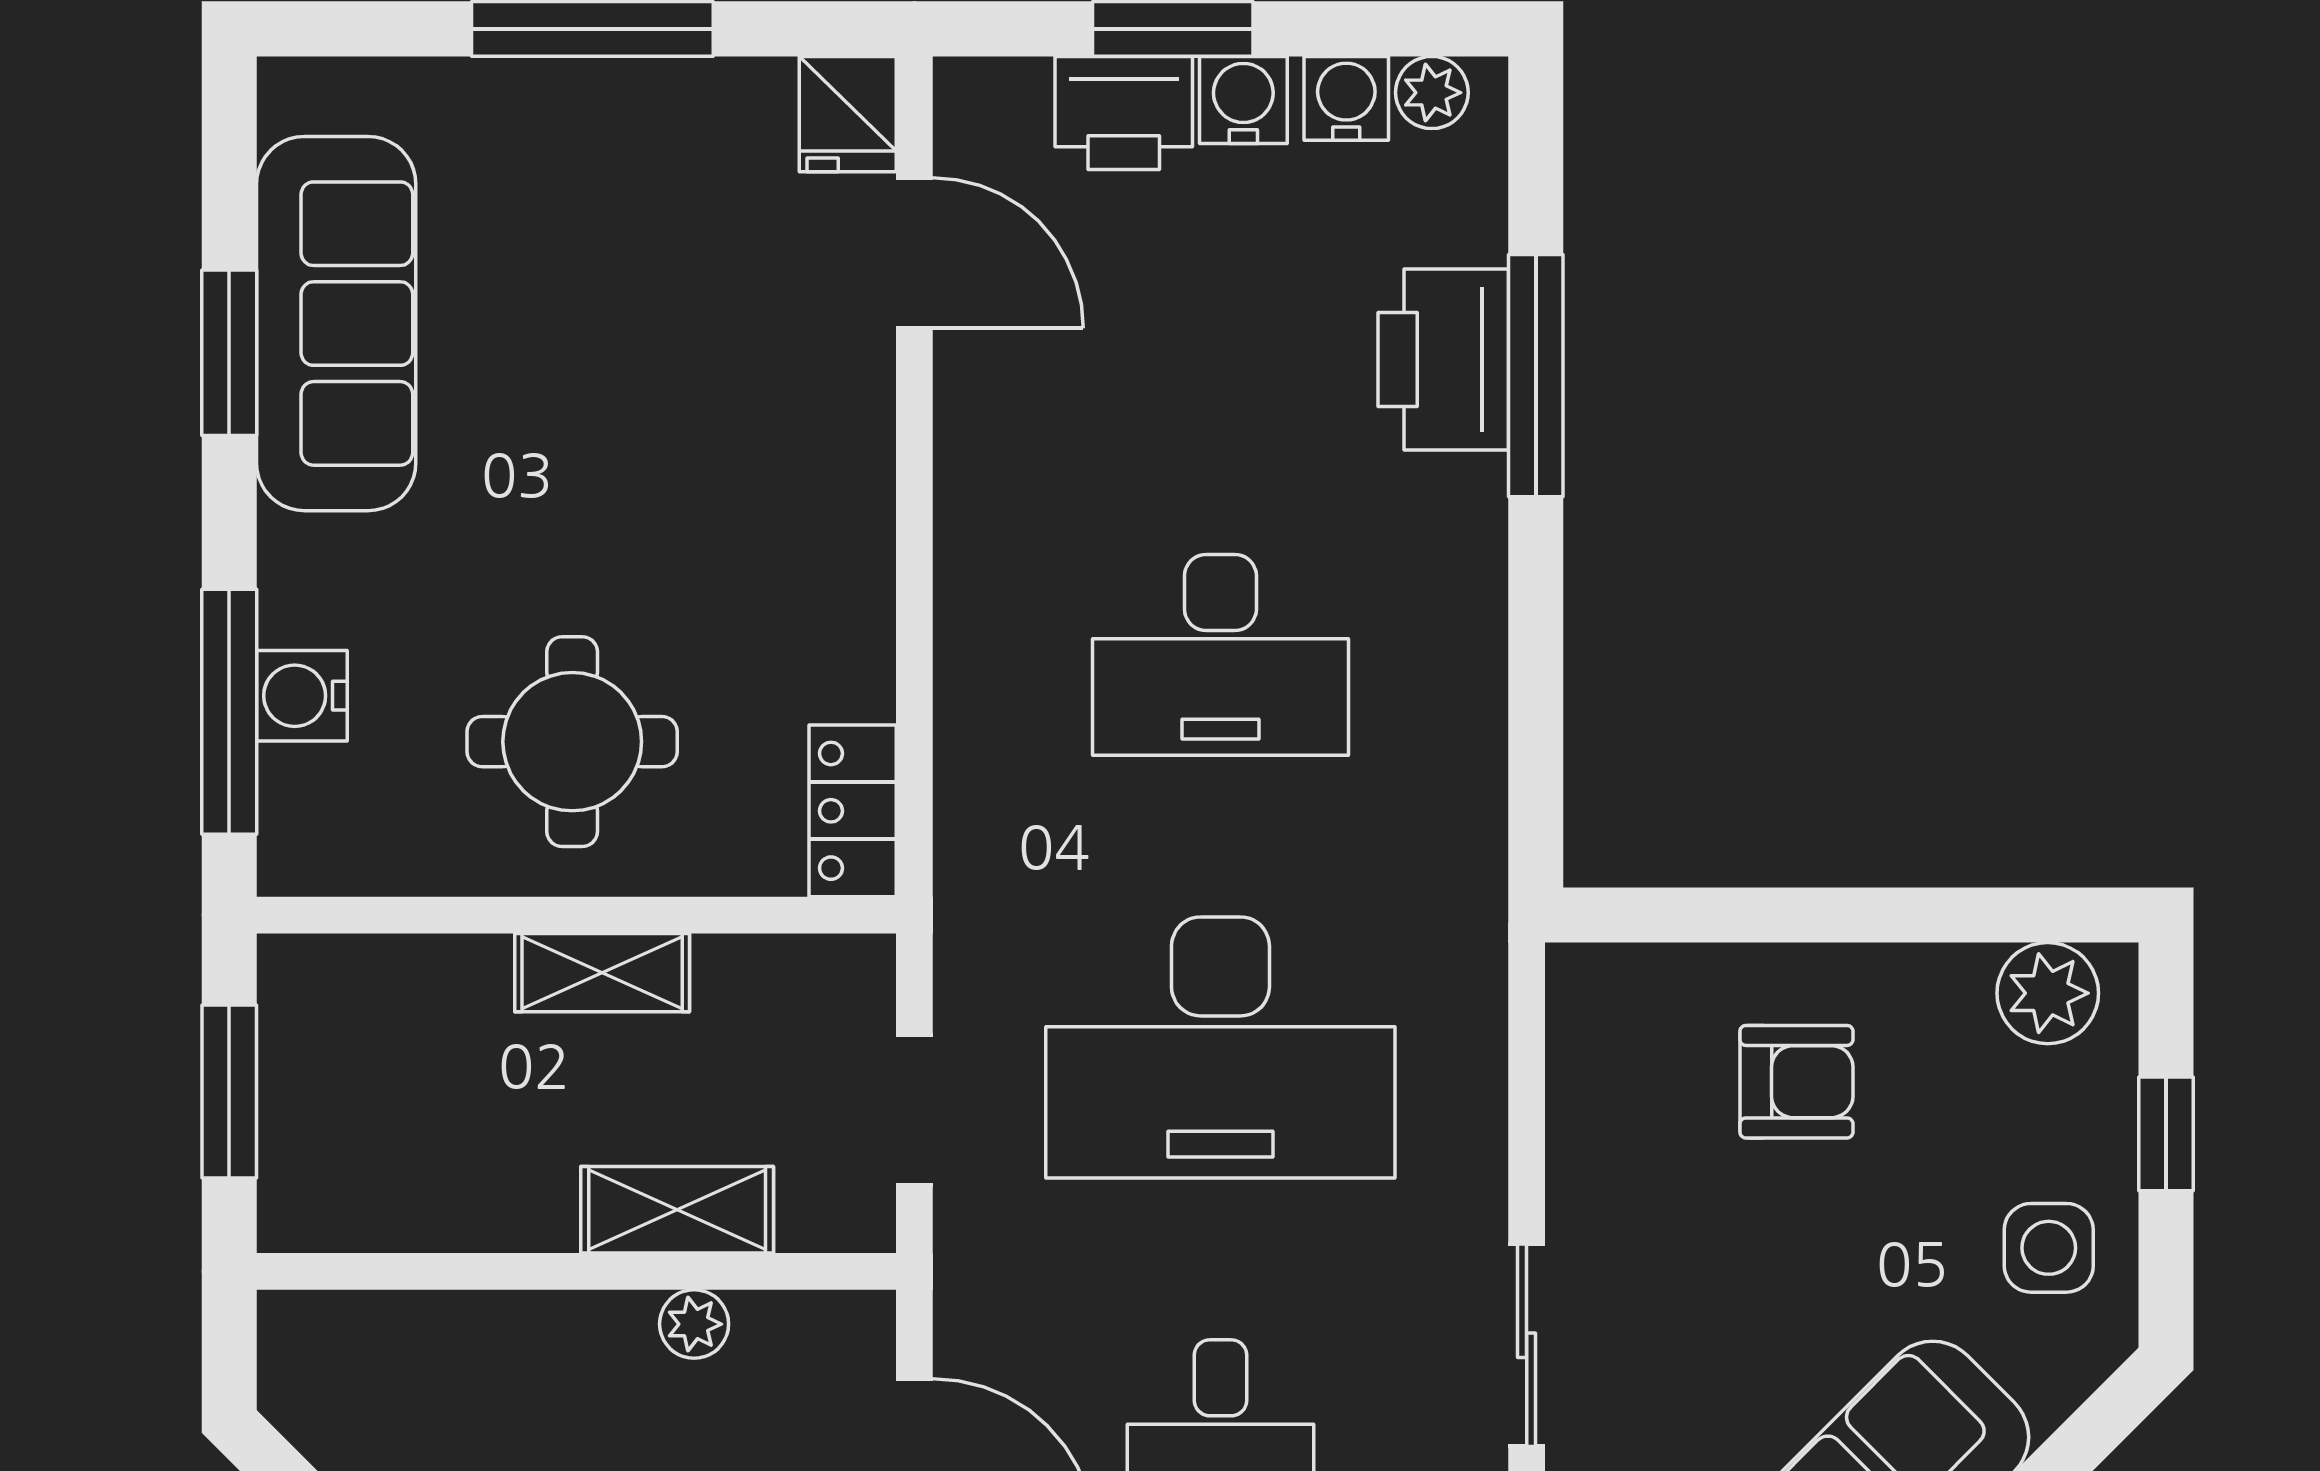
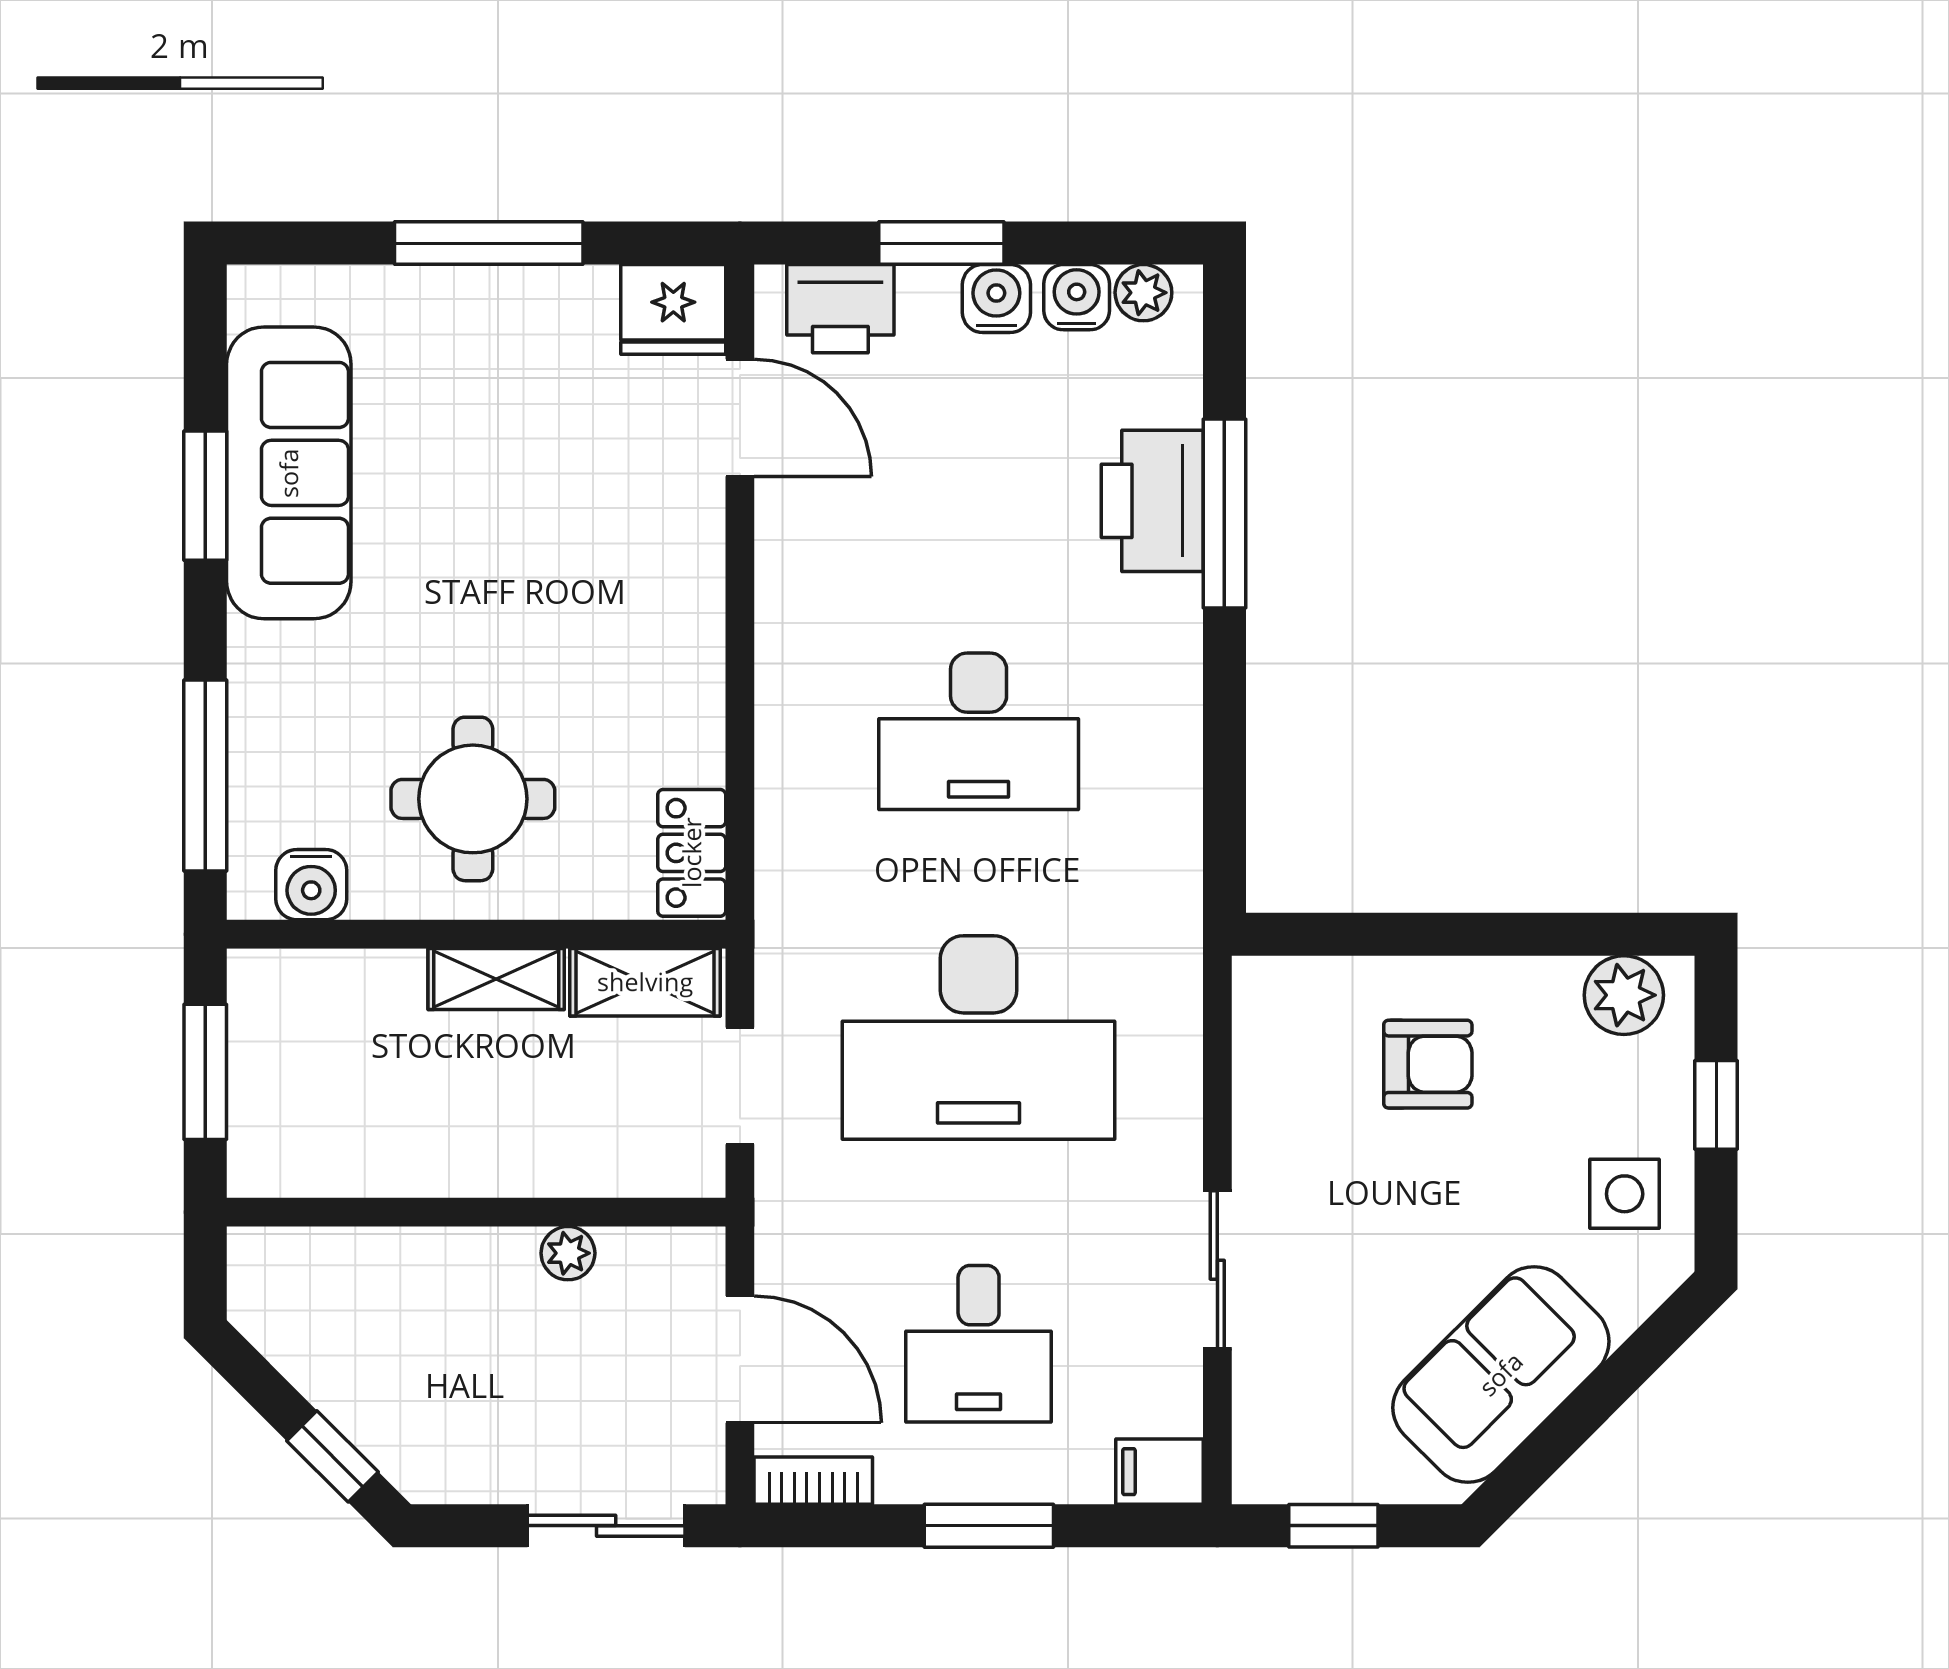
printer: (1124, 113) -> (840, 309), moved
fridge: (848, 114) -> (673, 309), width x1.38
water cooler: (302, 696) -> (311, 885), moved, turned -90
shelving: (677, 1210) -> (645, 982), moved

